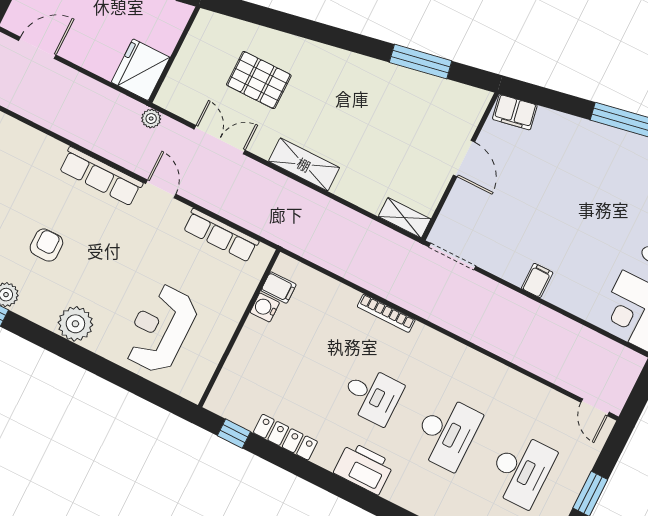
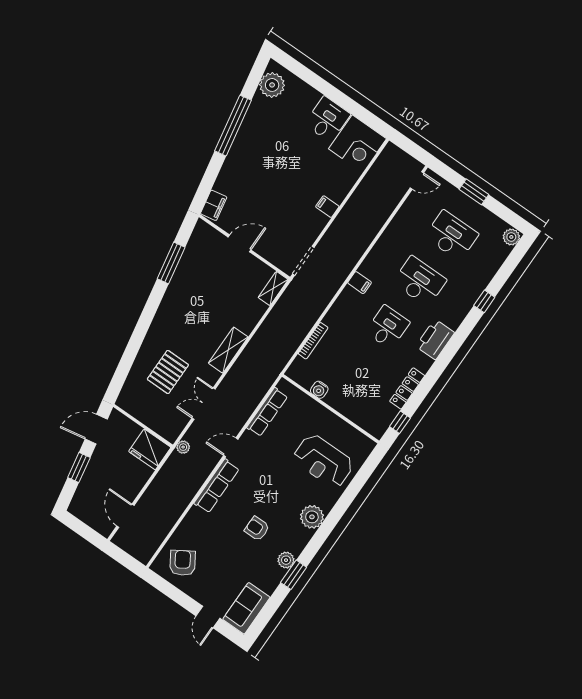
filing cabinet: (279, 288) -> (360, 283), moved, turned 90
bookcase: (386, 313) -> (313, 341), moved

